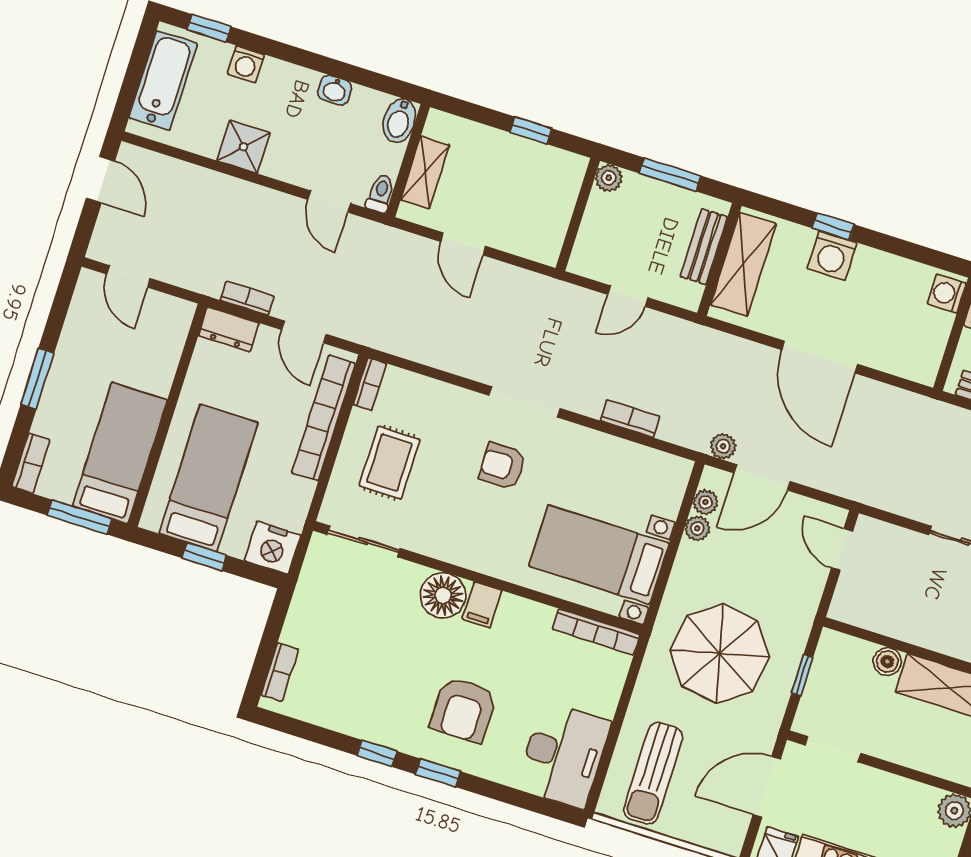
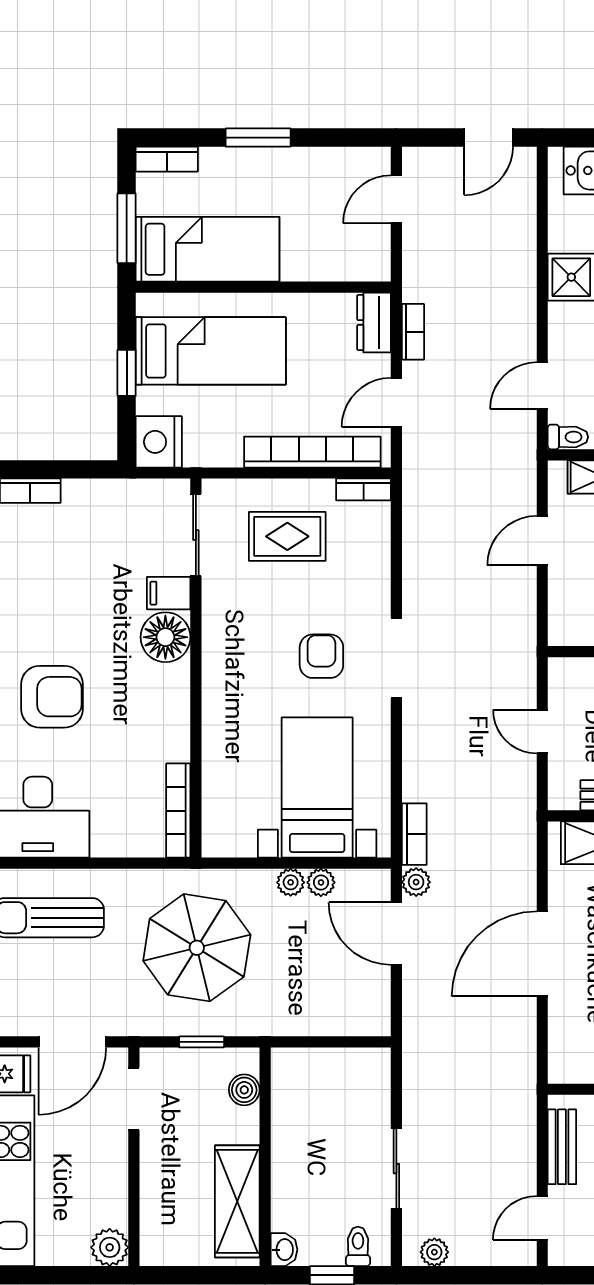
bookcase: (630, 419) -> (414, 834), moved
plant: (706, 502) -> (291, 882), moved
door: (842, 549) -> (347, 1042), removed
bed with nightstands: (599, 555) -> (317, 788), moved
filing cabinet: (482, 605) -> (169, 593), moved
boiler: (887, 662) -> (244, 1090), moved
armchair: (463, 710) -> (52, 697), turned 180
door: (767, 787) -> (72, 1042), swing flipped

